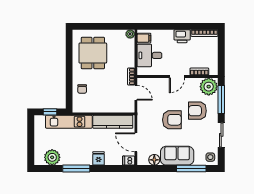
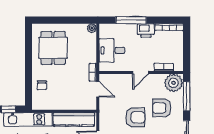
window: (168, 26) -> (131, 20), added
filing cabinet: (144, 38) -> (106, 32), removed

